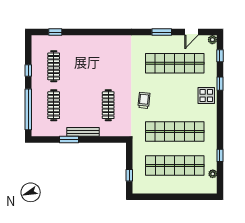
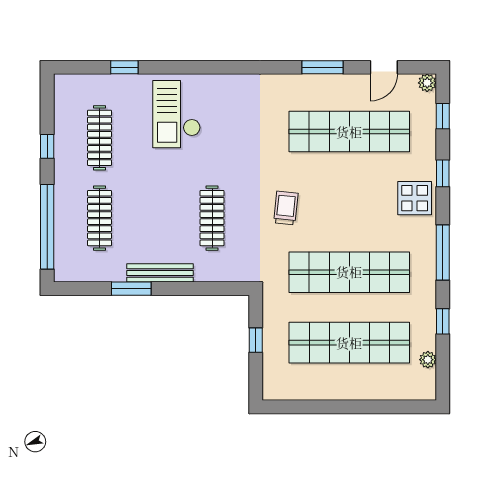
window: (55, 32) -> (124, 67), moved
checkout: (91, 55) -> (177, 114), added
window: (220, 122) -> (443, 252), added
window: (129, 175) -> (256, 340), moved

